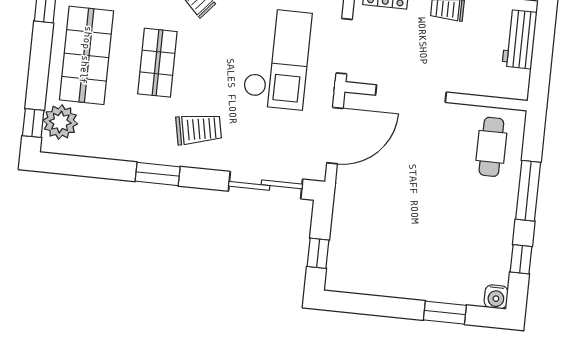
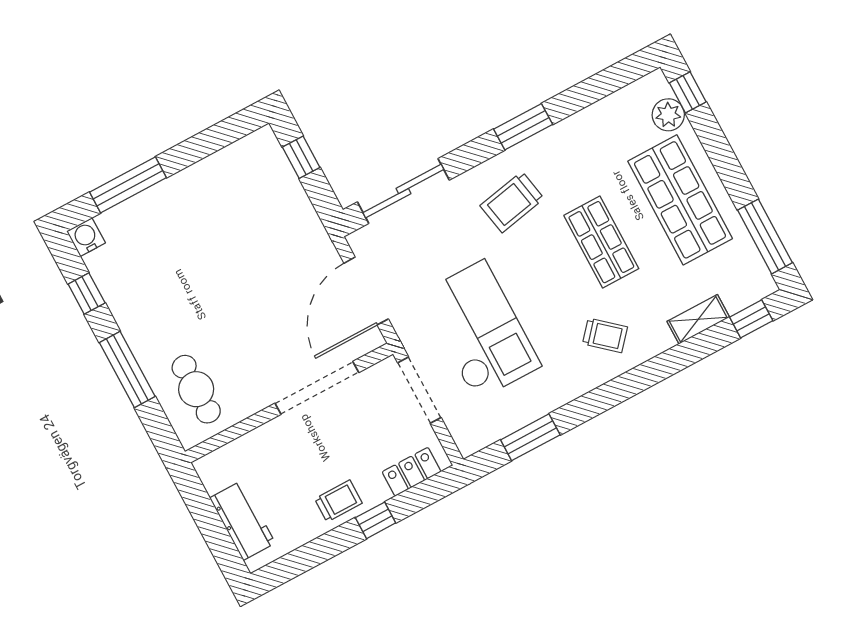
checkout: (277, 59) -> (480, 330), turned 180
plant: (60, 122) -> (668, 115), width x0.73, depth x0.73
window: (445, 313) -> (128, 185), width x1.44

